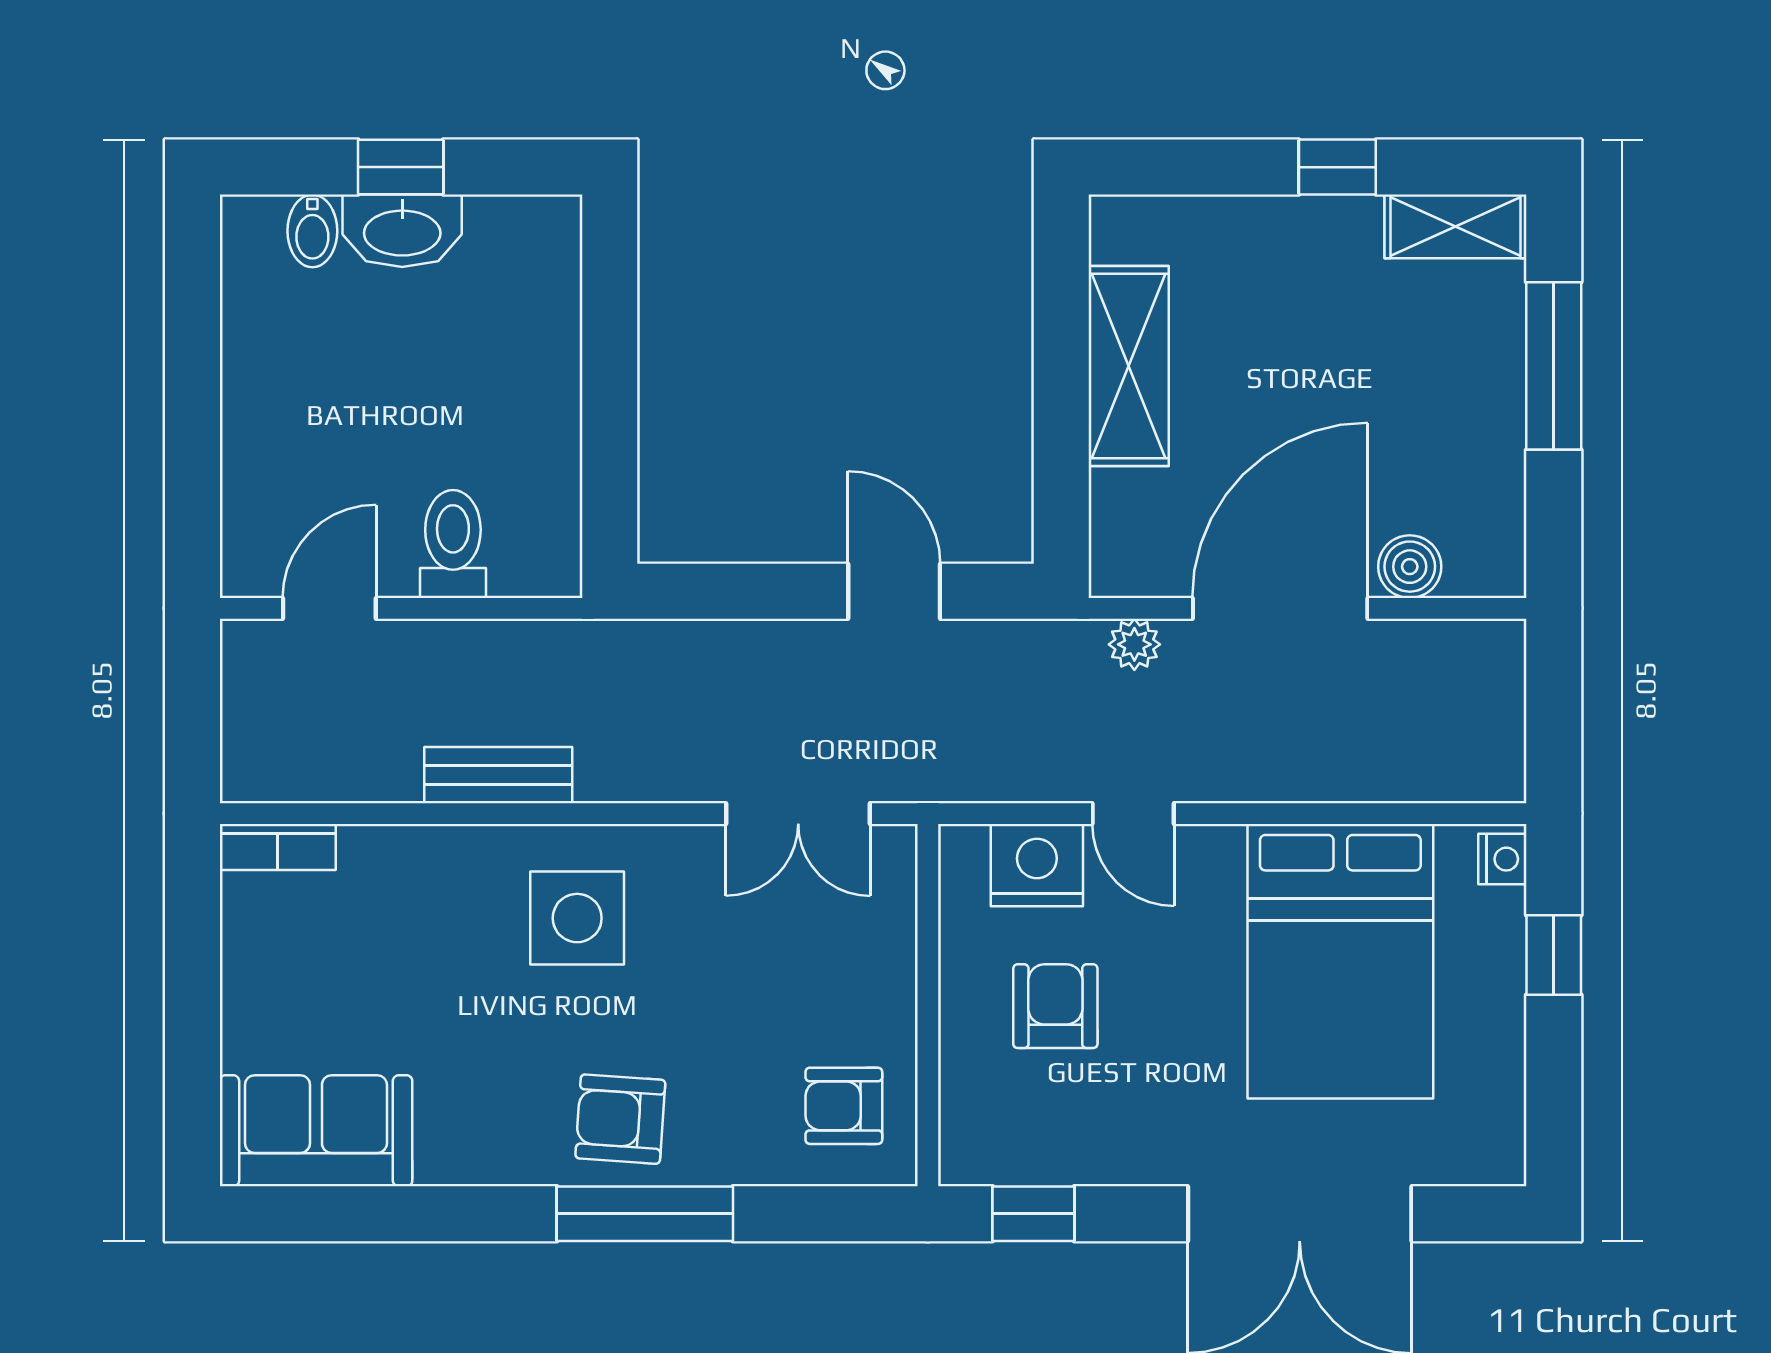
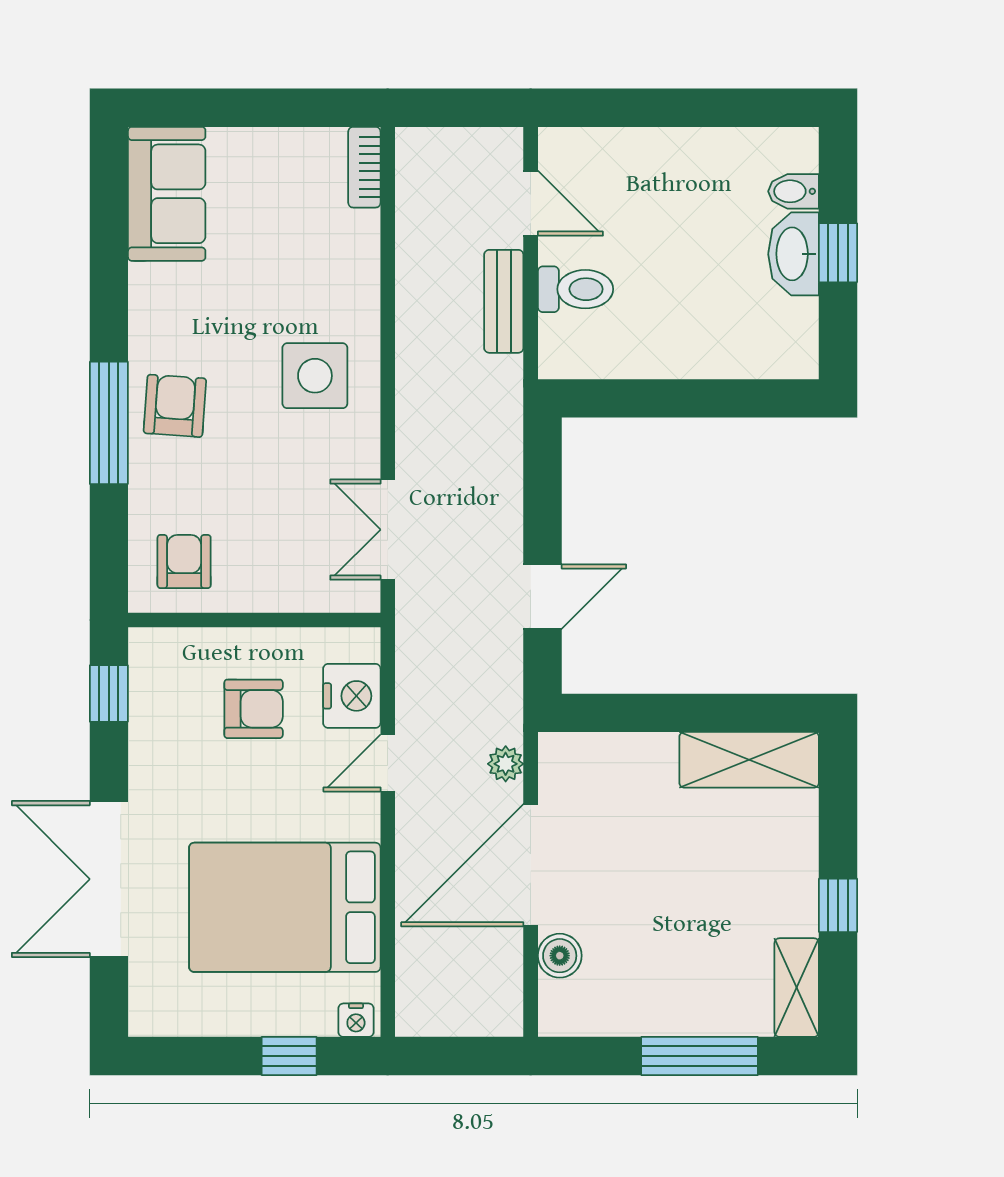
shelving: (1129, 366) -> (749, 760), moved
door: (1280, 608) -> (531, 865), swing flipped
bench: (498, 775) -> (504, 301), moved

